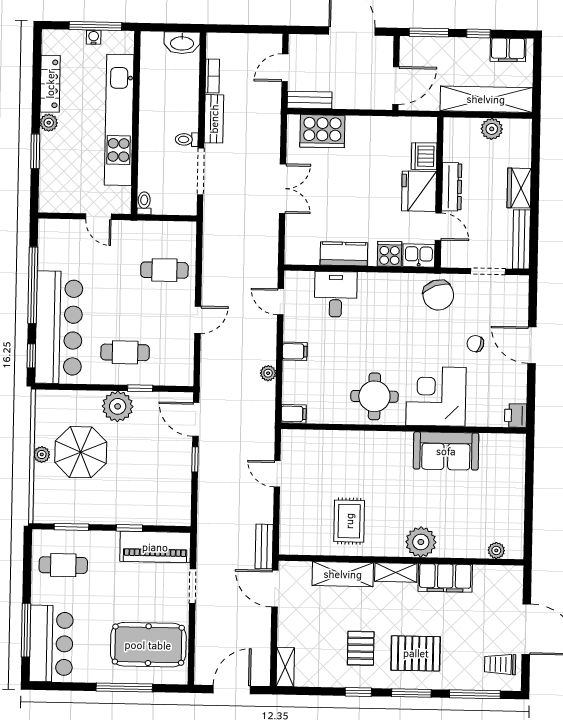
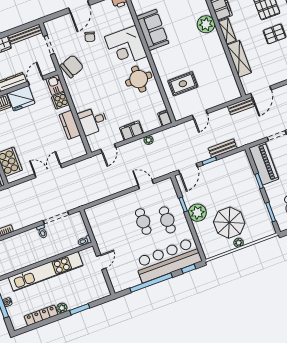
bench: (214, 119) -> (223, 148), moved
cafe table: (164, 270) -> (143, 222), moved
door: (198, 320) -> (146, 184), moved
filing cabinet: (295, 351) -> (131, 131), width x2.00
rug: (349, 521) -> (183, 84), moved

